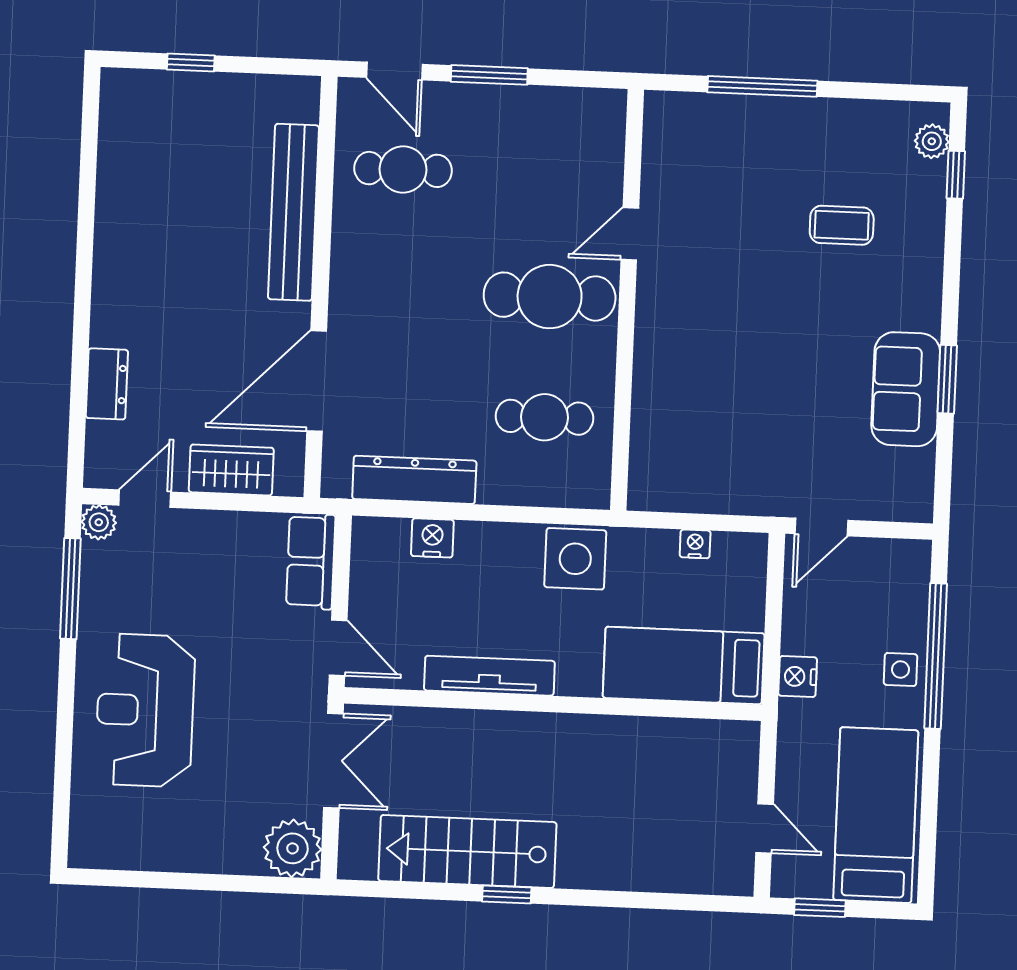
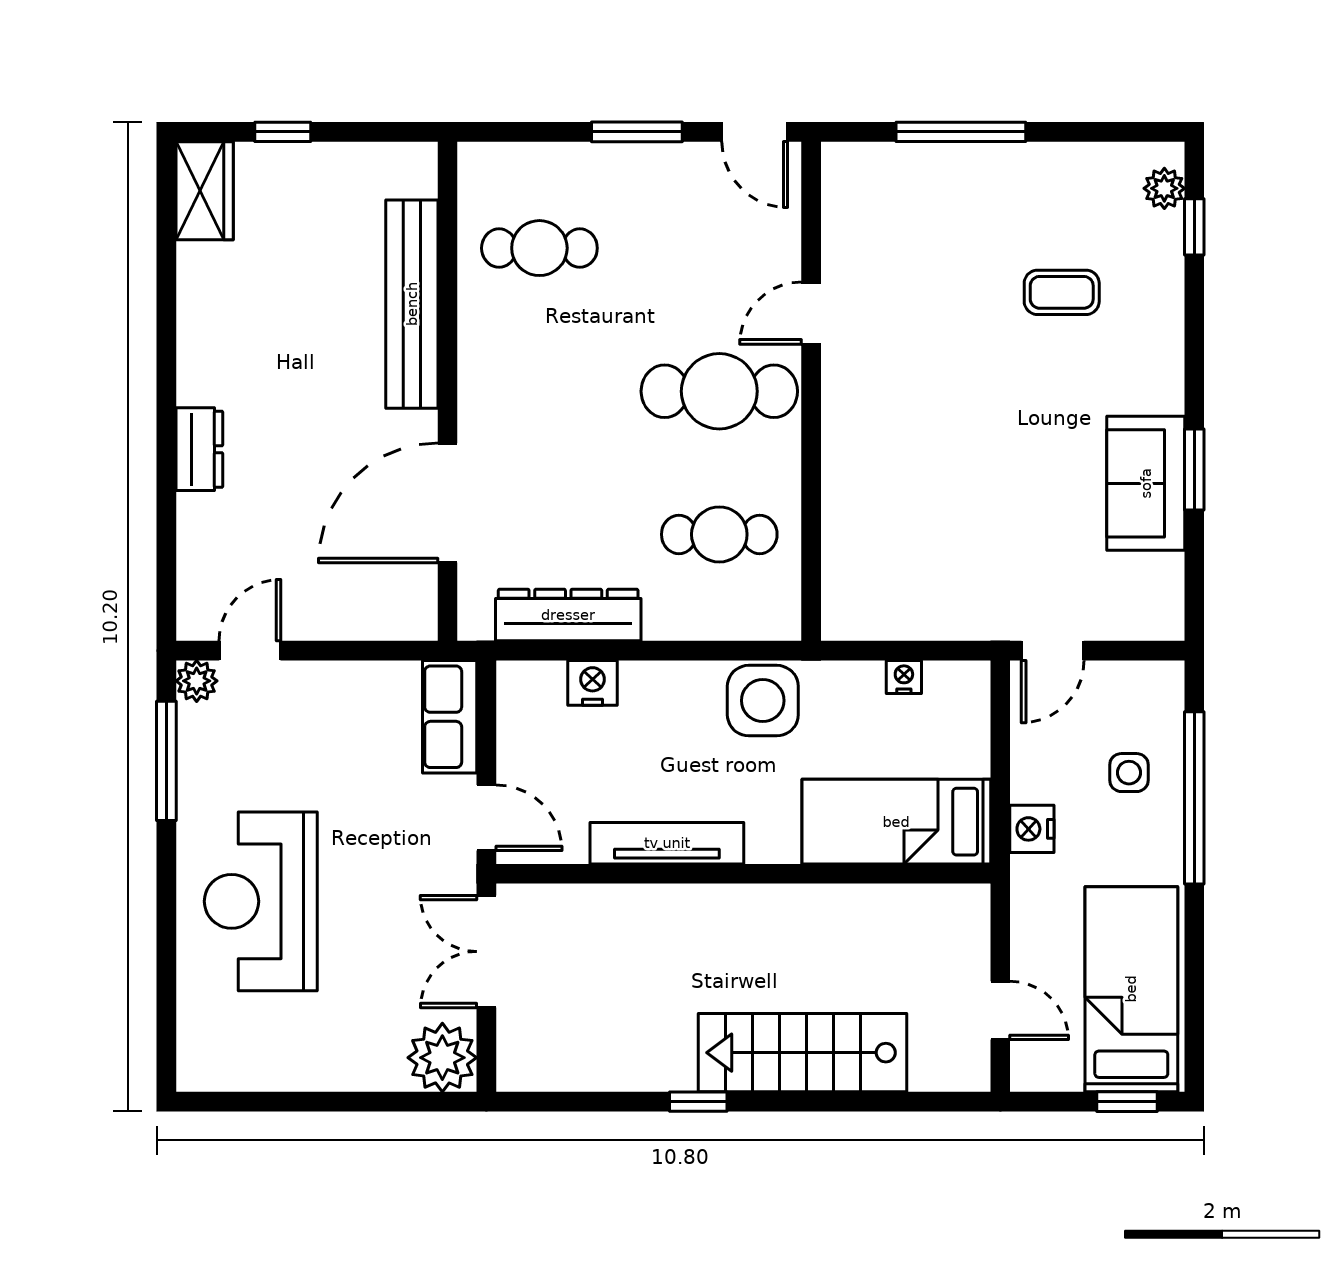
door: (394, 71) -> (755, 132), moved
dresser: (107, 384) -> (199, 449), moved
wardrobe: (231, 470) -> (205, 191), moved, turned 90
side table: (900, 670) -> (1129, 773), moved
double door: (333, 761) -> (486, 952), swing flipped
stairs: (467, 852) -> (802, 1053), moved
window: (820, 908) -> (1127, 1102), moved

